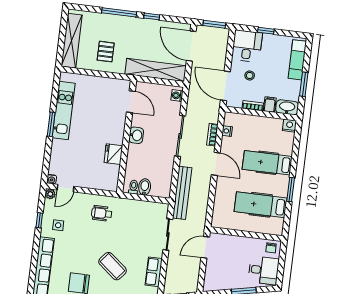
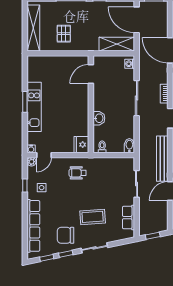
shelving: (156, 70) -> (117, 44), width x0.68
door: (131, 102) -> (91, 74), swing flipped
kitchen unit: (64, 111) -> (34, 107), moved
washbasin: (136, 135) -> (99, 118), moved
fridge: (113, 154) -> (81, 145), moved
bidet: (145, 187) -> (129, 146), moved
bench: (182, 193) -> (162, 159), moved
coffee table: (113, 266) -> (93, 217), turned -43

